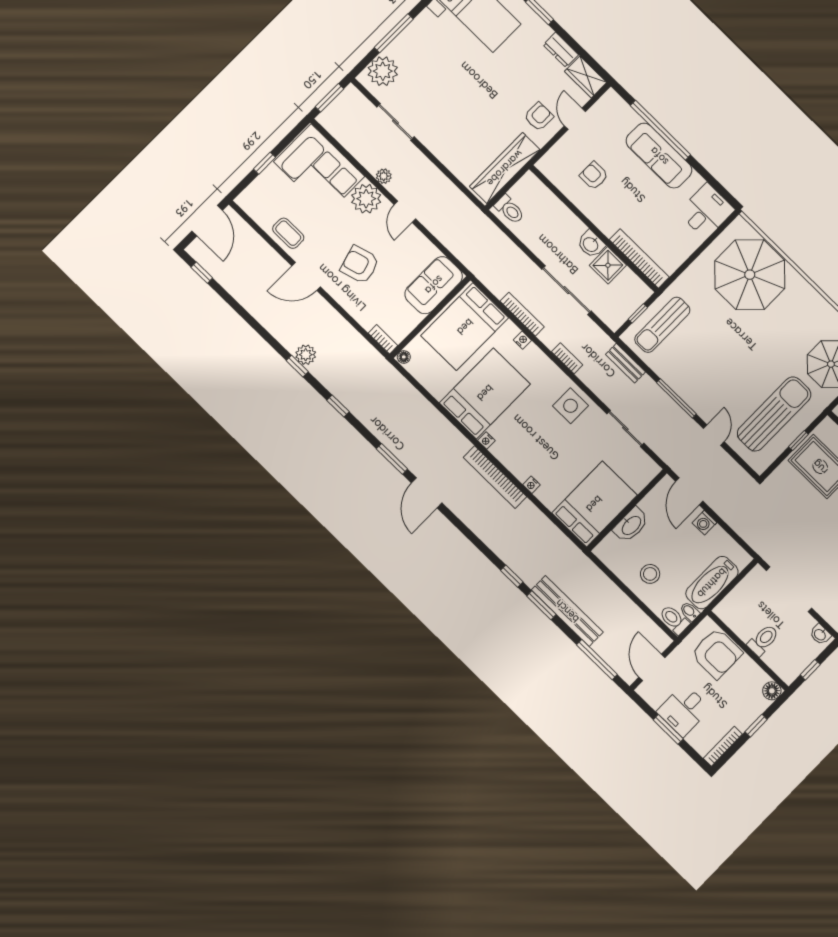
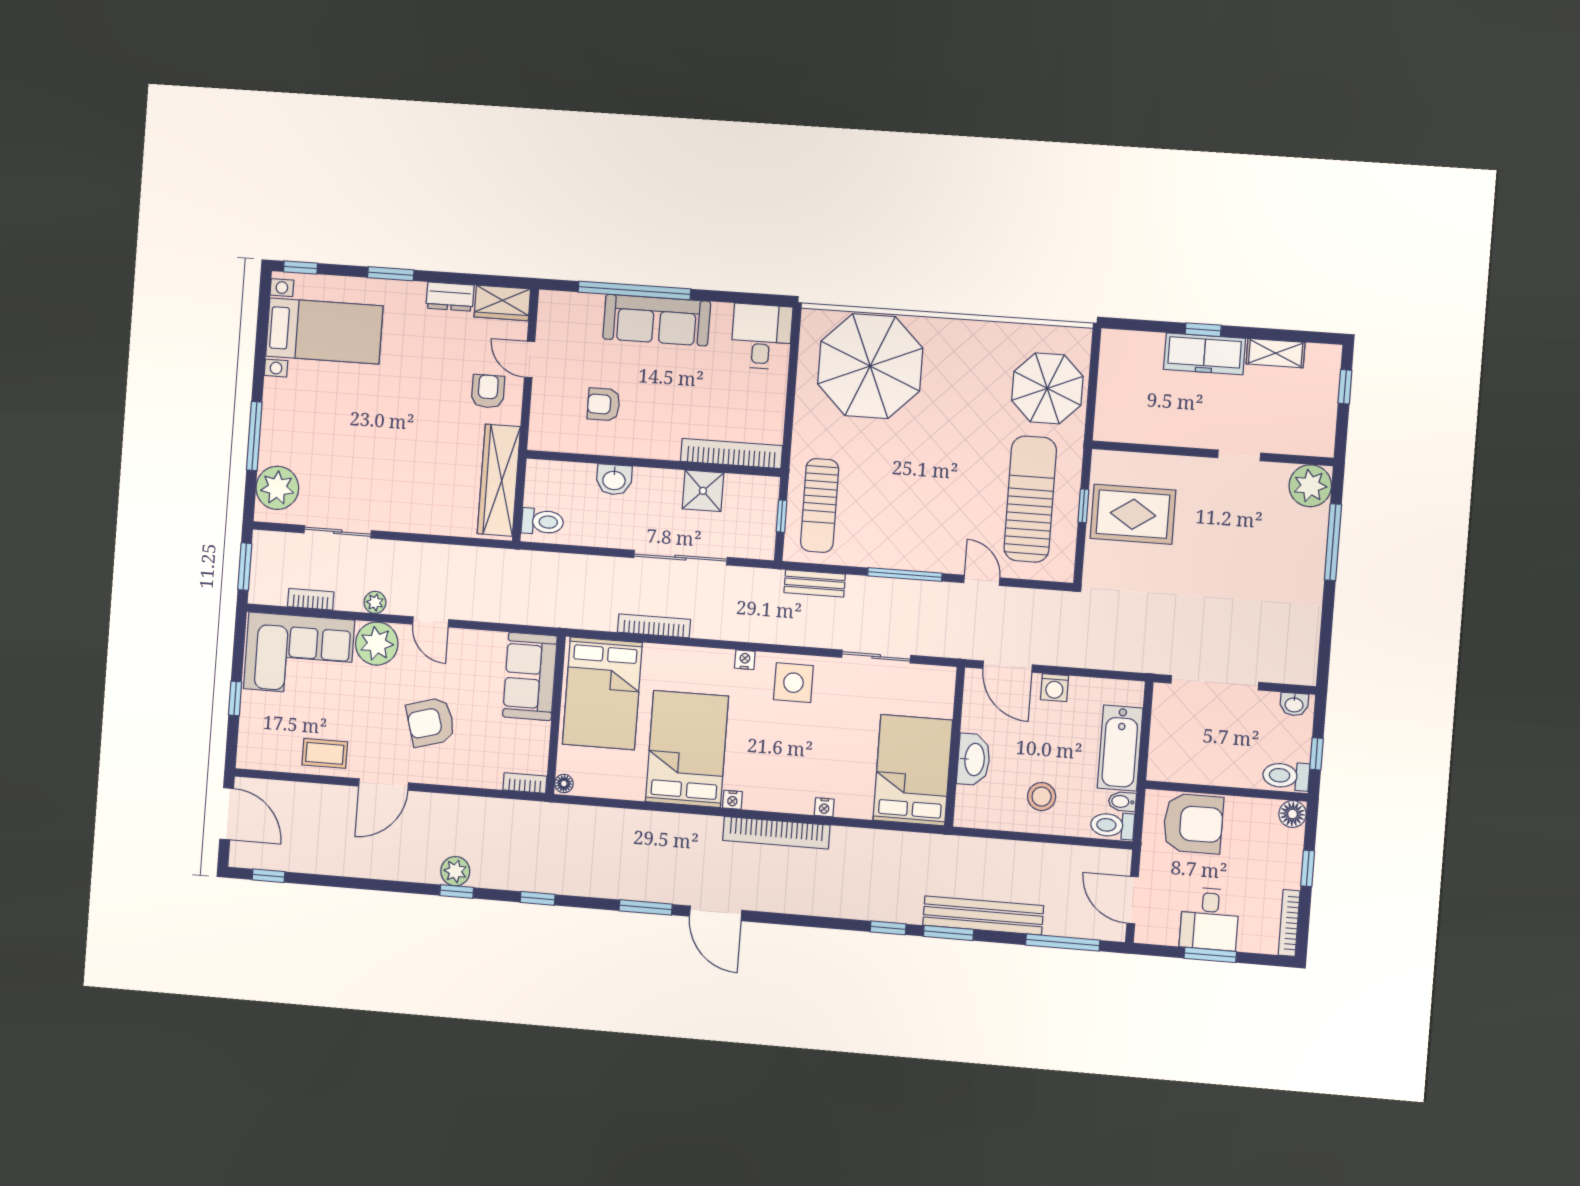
washbasin: (591, 244) -> (614, 480), moved
nightstand: (522, 340) -> (745, 660), moved
bookcase: (567, 358) -> (311, 599), moved
toilet: (763, 640) -> (1286, 776), moved, turned -90

